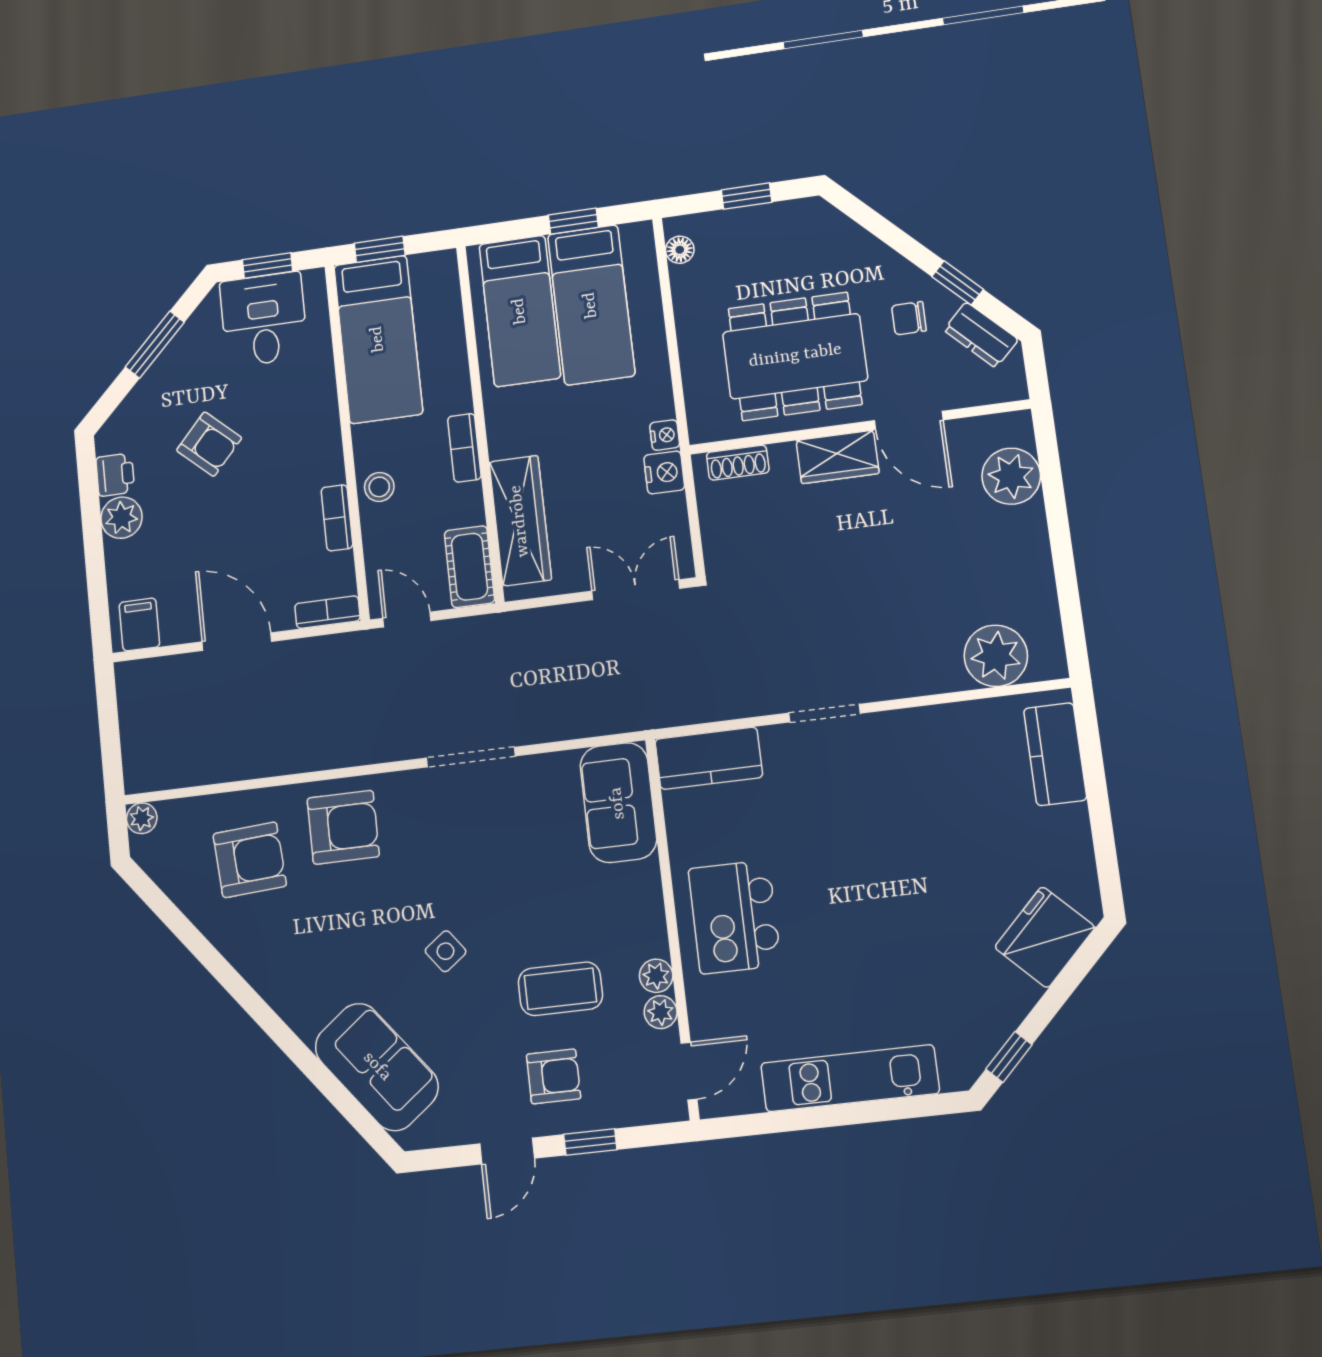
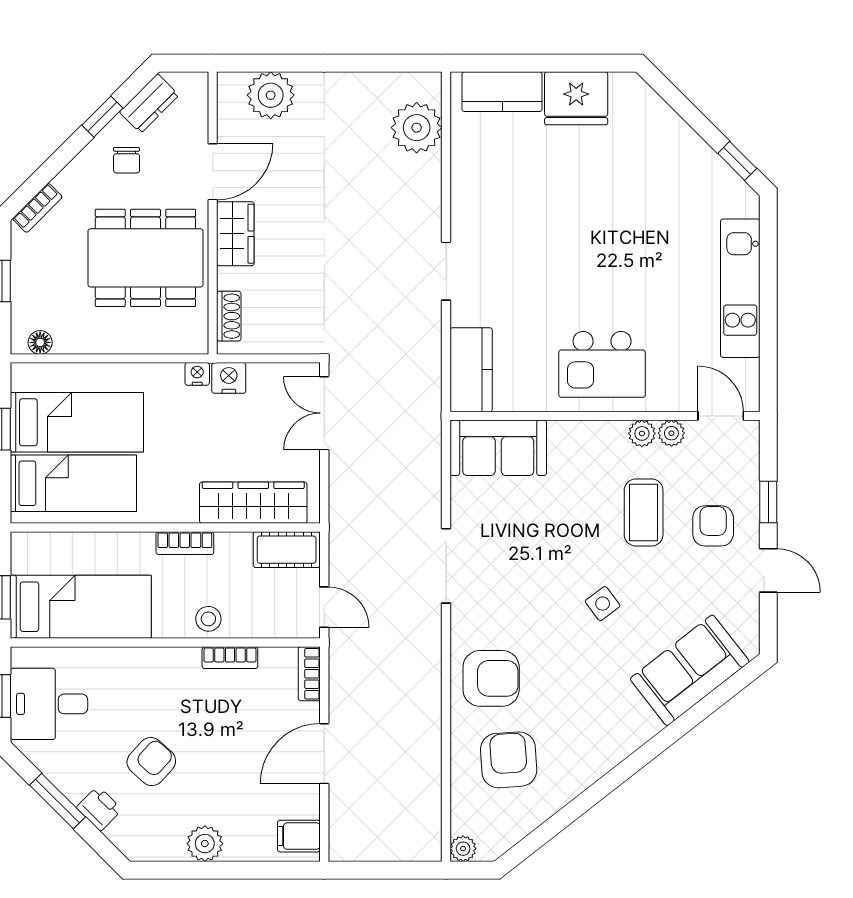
bookcase: (838, 224) -> (37, 208), added
dining table: (795, 356) -> (145, 258), turned 90
printer: (115, 475) -> (99, 808), moved, turned 45
door: (407, 620) -> (324, 607), swing flipped
armchair: (343, 827) -> (491, 678), turned 90
fridge: (1045, 937) -> (576, 98), moved, turned -45

